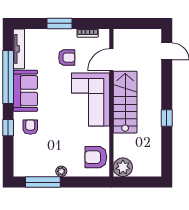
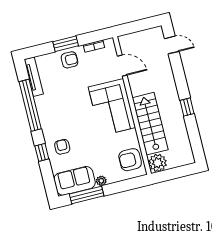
armchair: (67, 58) -> (70, 60), moved
door: (111, 60) -> (122, 66), swing flipped
sofa: (25, 91) -> (75, 181), moved, turned -90
stairs: (125, 102) -> (150, 124), moved

